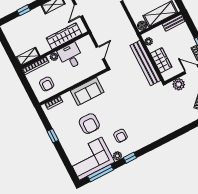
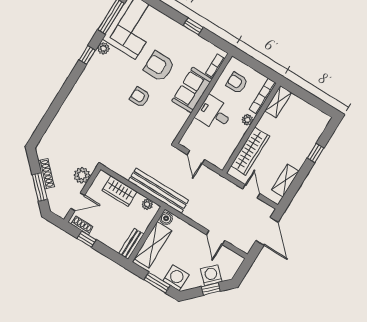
desk: (71, 56) -> (214, 113), moved, turned 180
bench: (145, 63) -> (158, 191), moved
sofa: (87, 91) -> (192, 90), moved
armchair: (120, 136) -> (140, 97), moved

